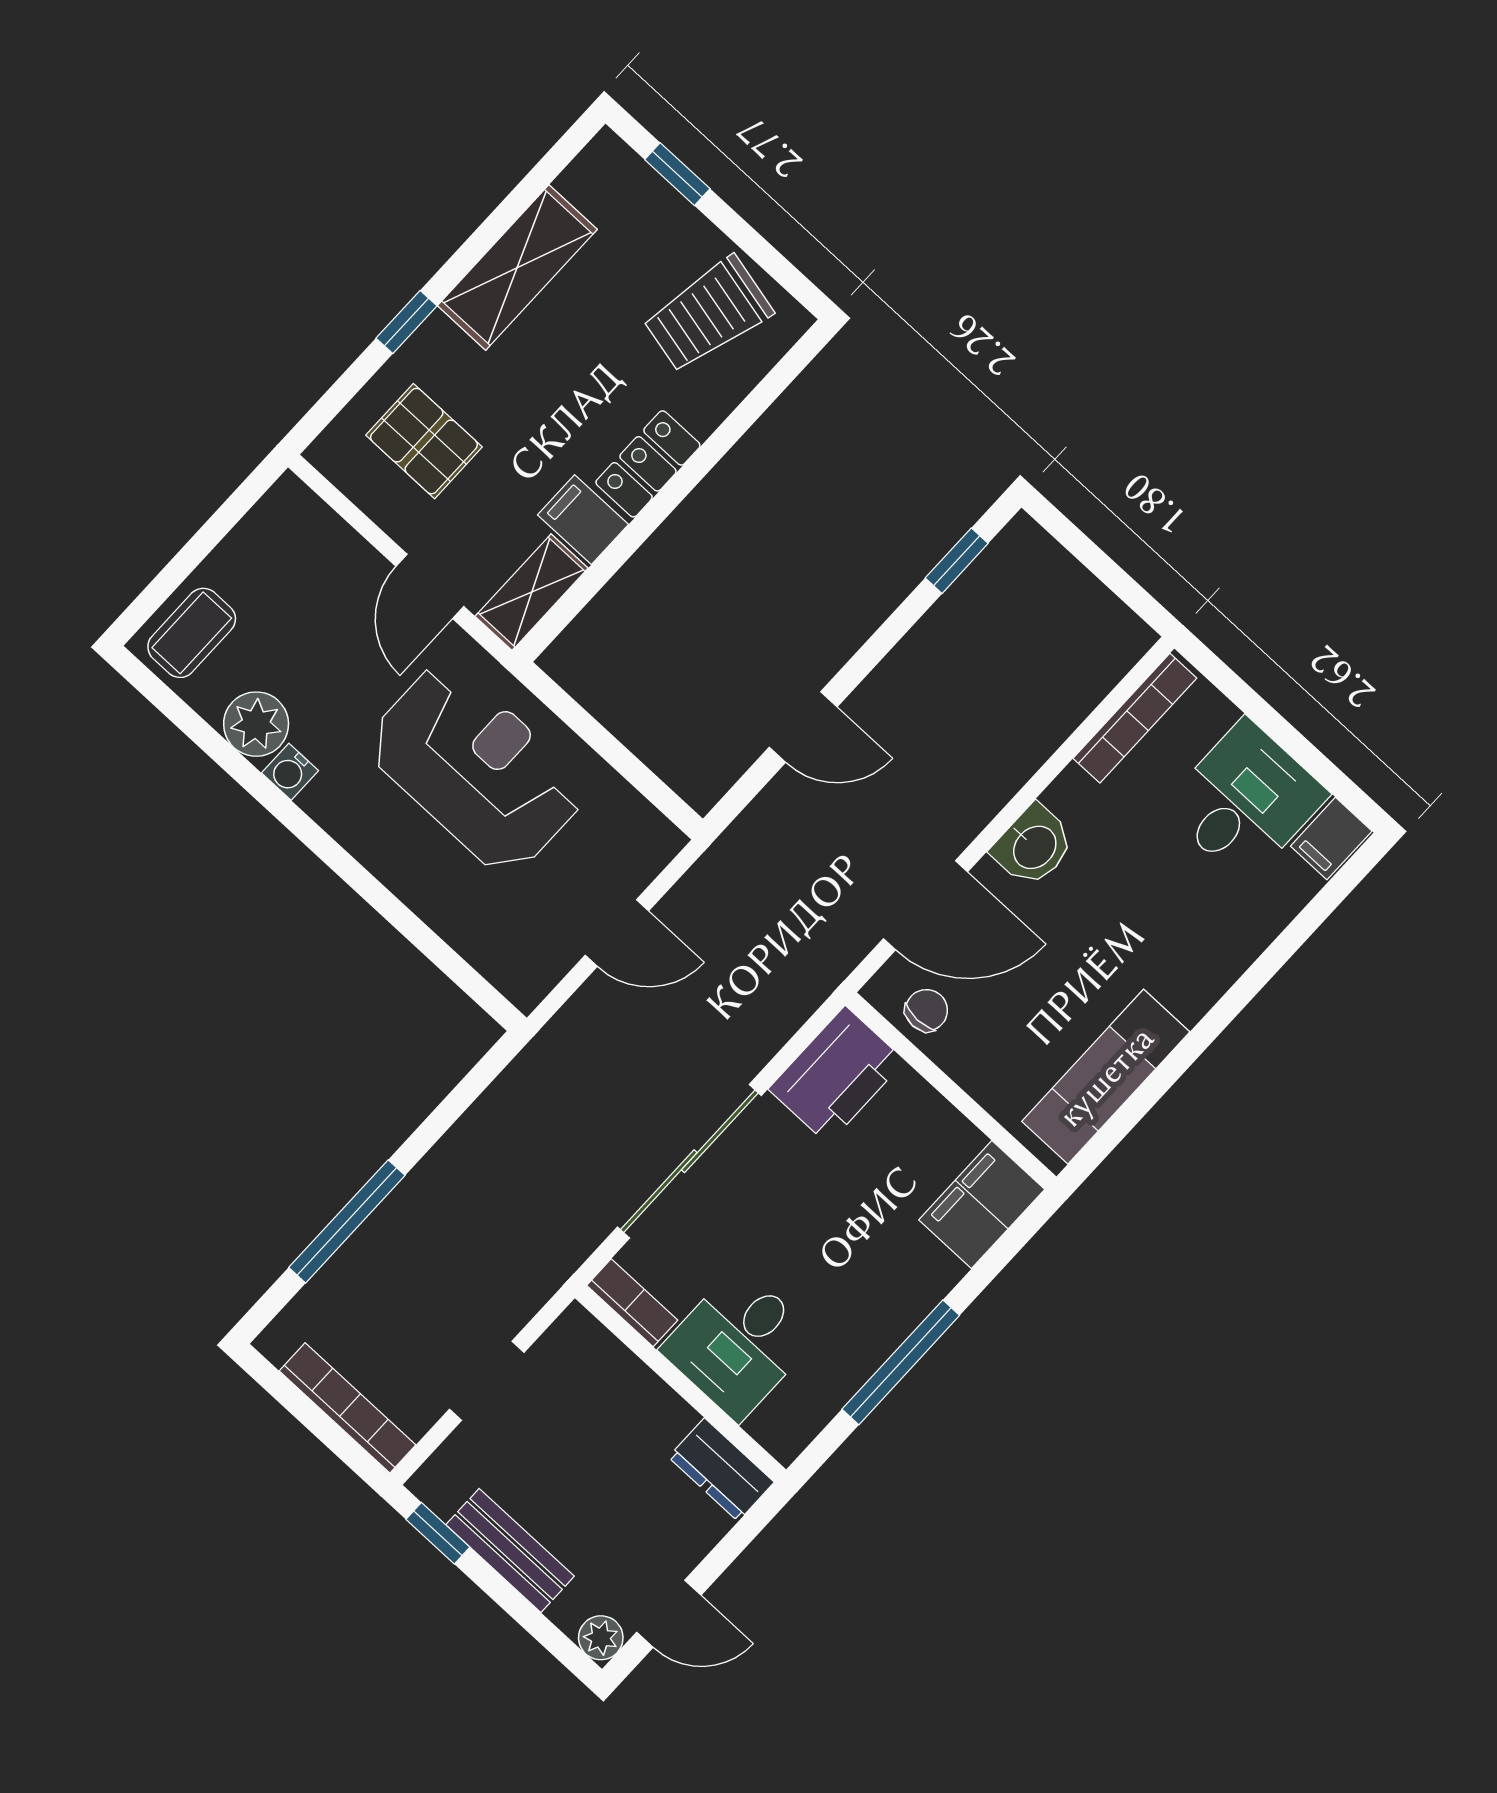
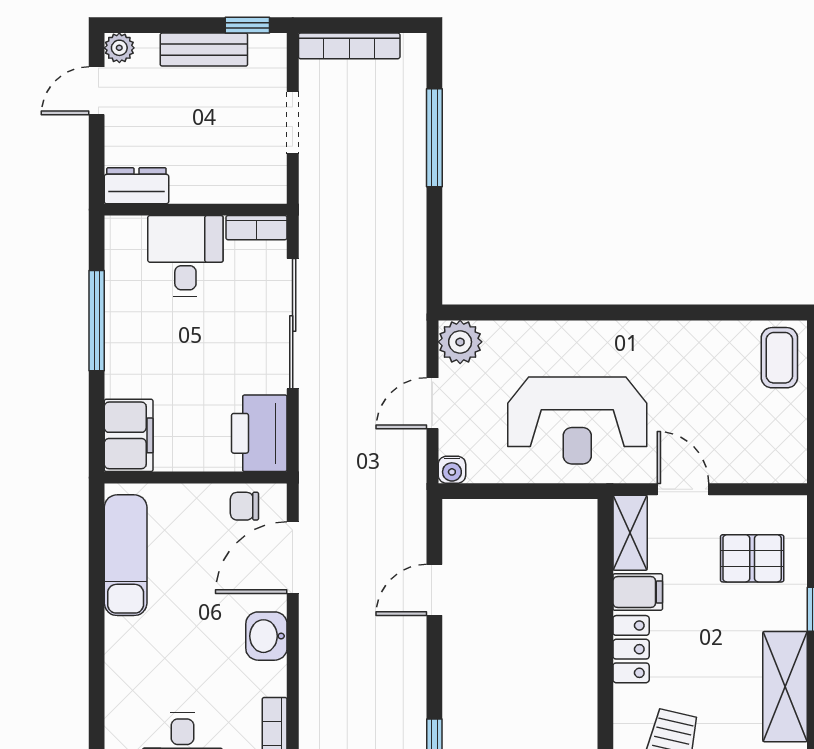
plant: (256, 724) -> (460, 342), moved
water cooler: (290, 772) -> (452, 470), moved, turned 180
chair: (926, 1010) -> (244, 506), turned 90

